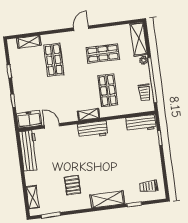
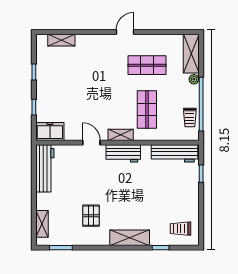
shop shelf: (54, 60) -> (88, 65), removed
workbench: (141, 123) -> (174, 153), width x1.38
door: (52, 126) -> (91, 143), moved

